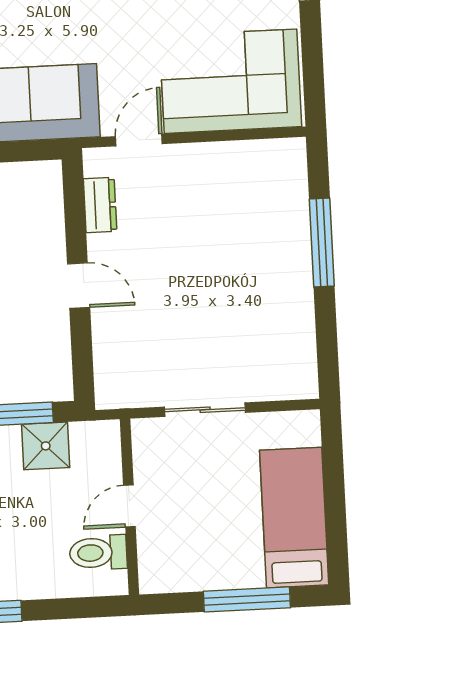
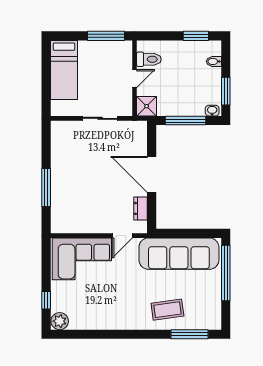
door: (79, 286) -> (152, 174), width x1.88
shower: (46, 446) -> (147, 106), moved
window: (247, 599) -> (106, 36), moved

